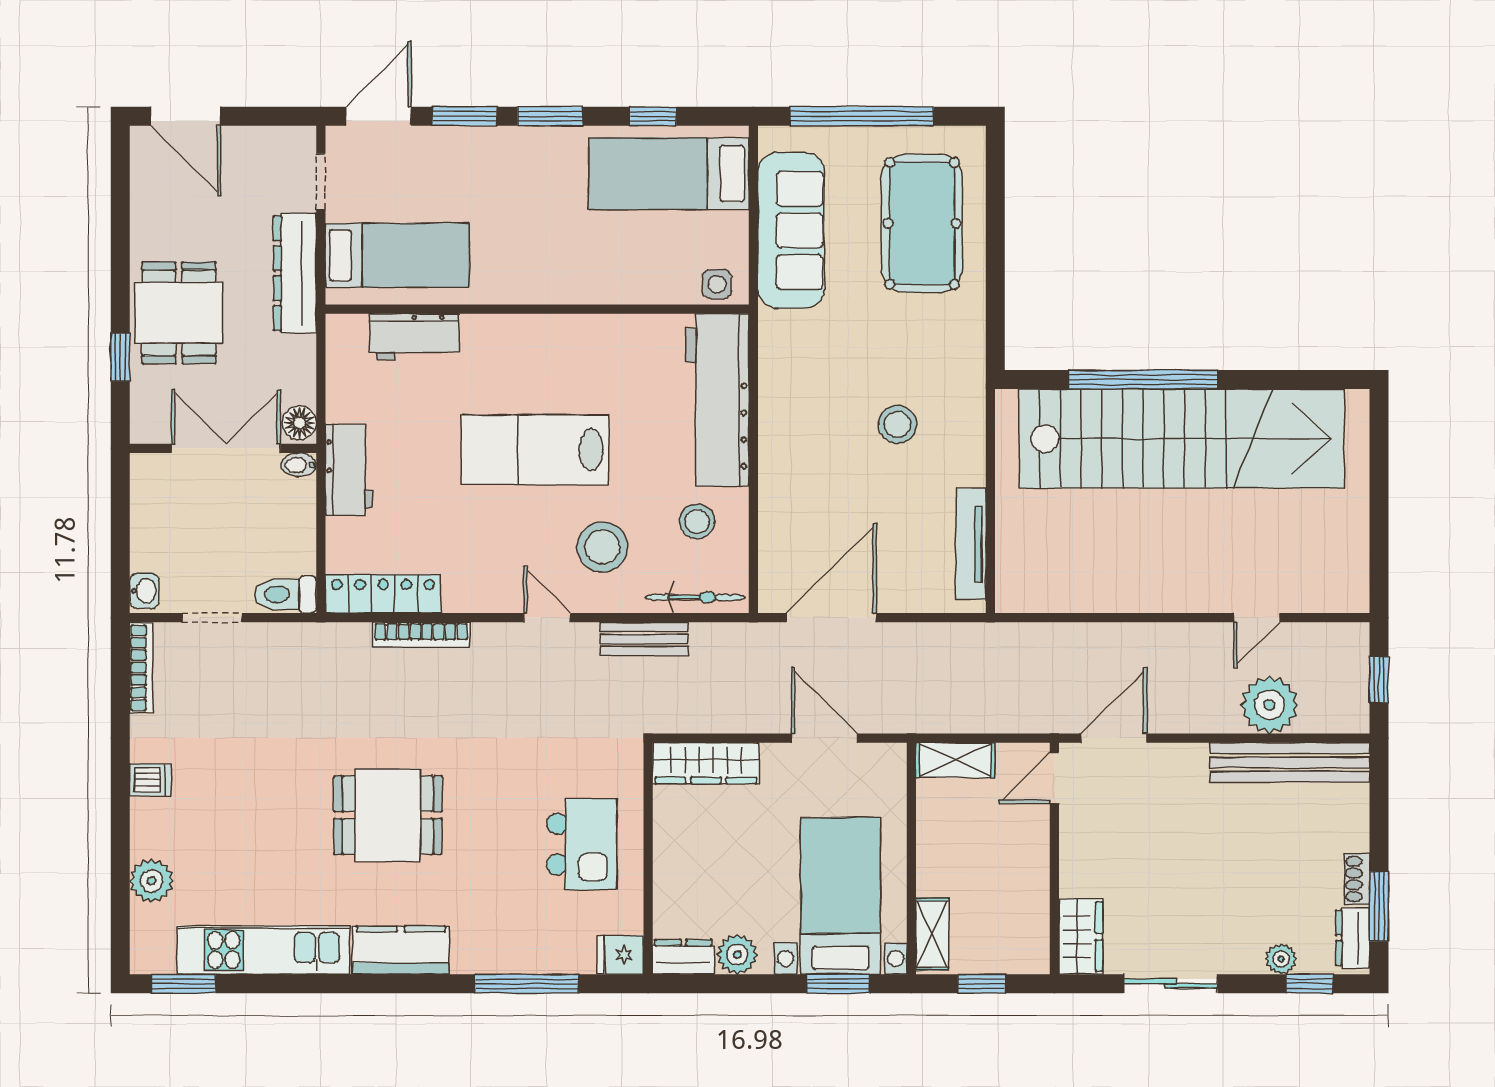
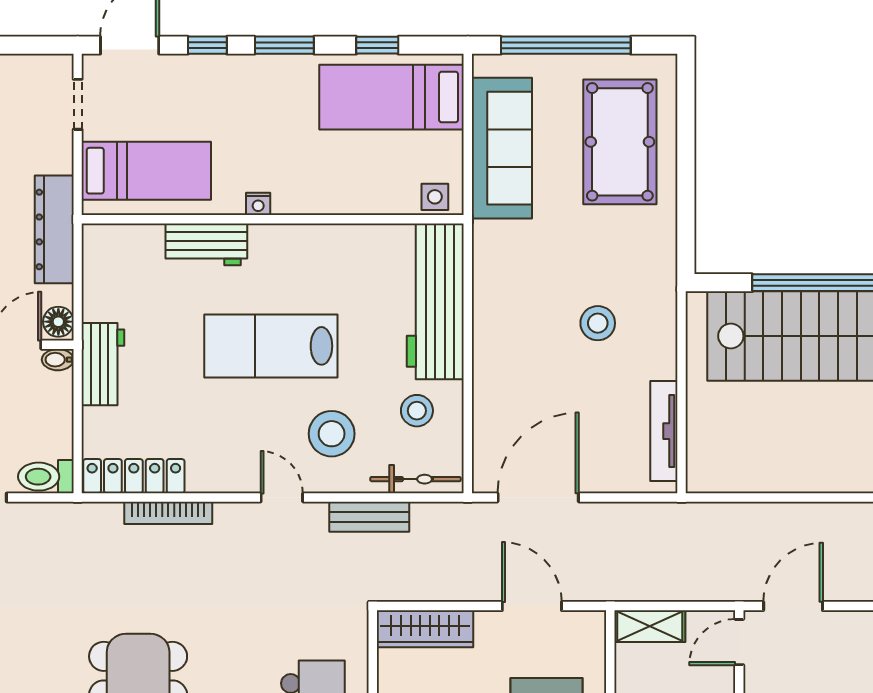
window: (465, 116) -> (207, 45), width x0.67
dresser: (295, 273) -> (54, 229), moved
nightstand: (521, 292) -> (258, 204), added
workbench: (414, 337) -> (206, 244), moved

